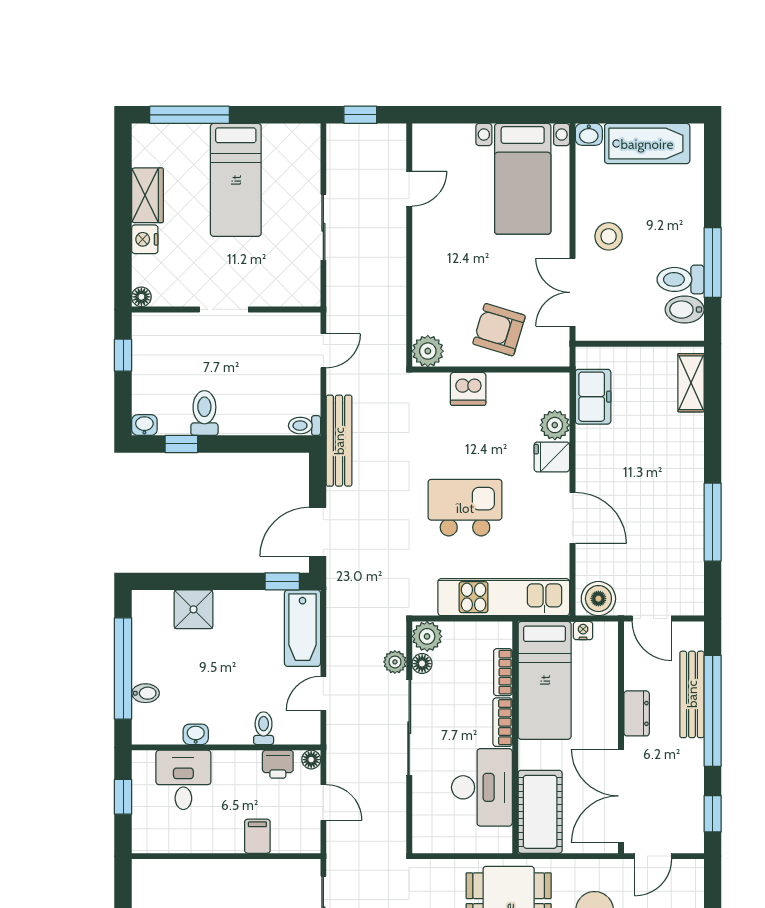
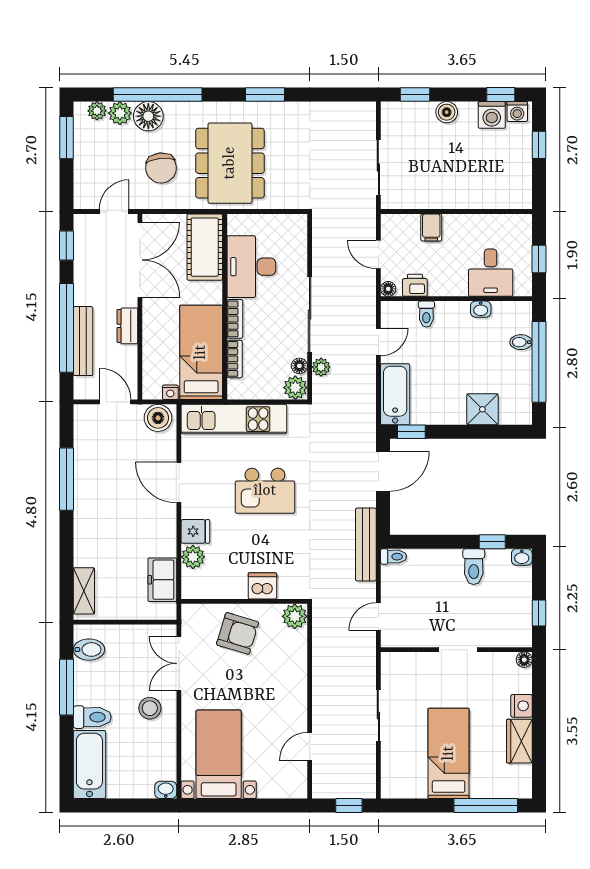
bathtub: (647, 144) -> (89, 765), moved, turned 90
toilet: (681, 279) -> (92, 717), moved
double door: (572, 292) -> (179, 663), swing flipped

